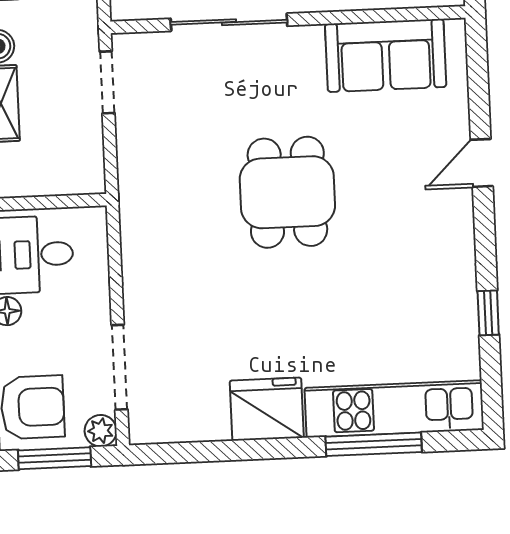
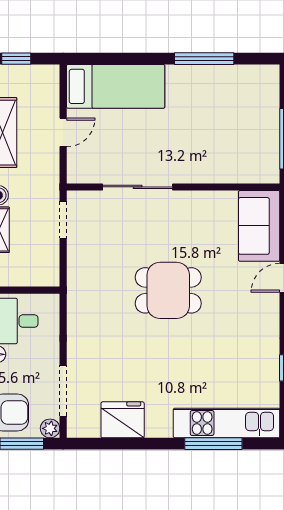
sofa: (386, 55) -> (259, 226), moved, turned 90
dining table: (287, 192) -> (168, 290), turned 90
fridge: (267, 409) -> (123, 420), moved

